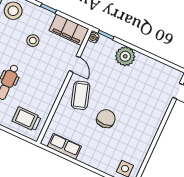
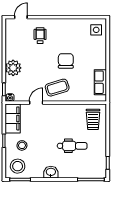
stool: (33, 41) -> (22, 145), moved
wheelchair: (147, 103) -> (40, 36), added
chair: (106, 119) -> (66, 61), turned 92

